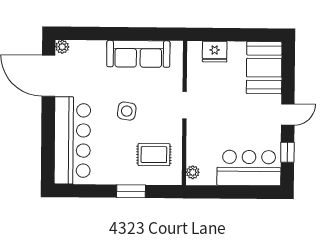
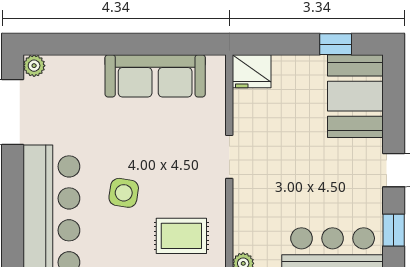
window: (252, 35) -> (336, 44), added
fridge: (215, 52) -> (252, 71), moved
side table: (127, 111) -> (124, 193), moved

